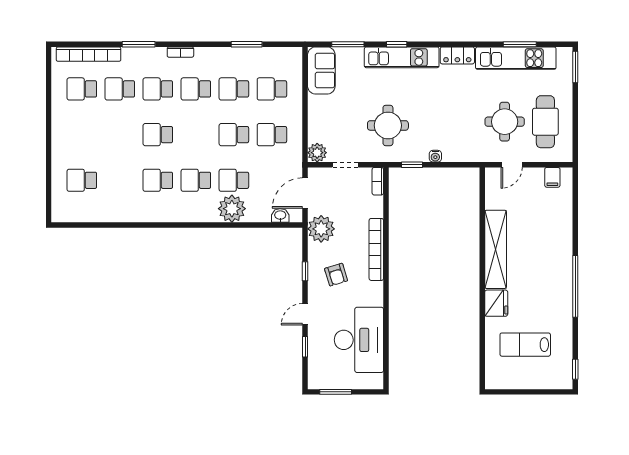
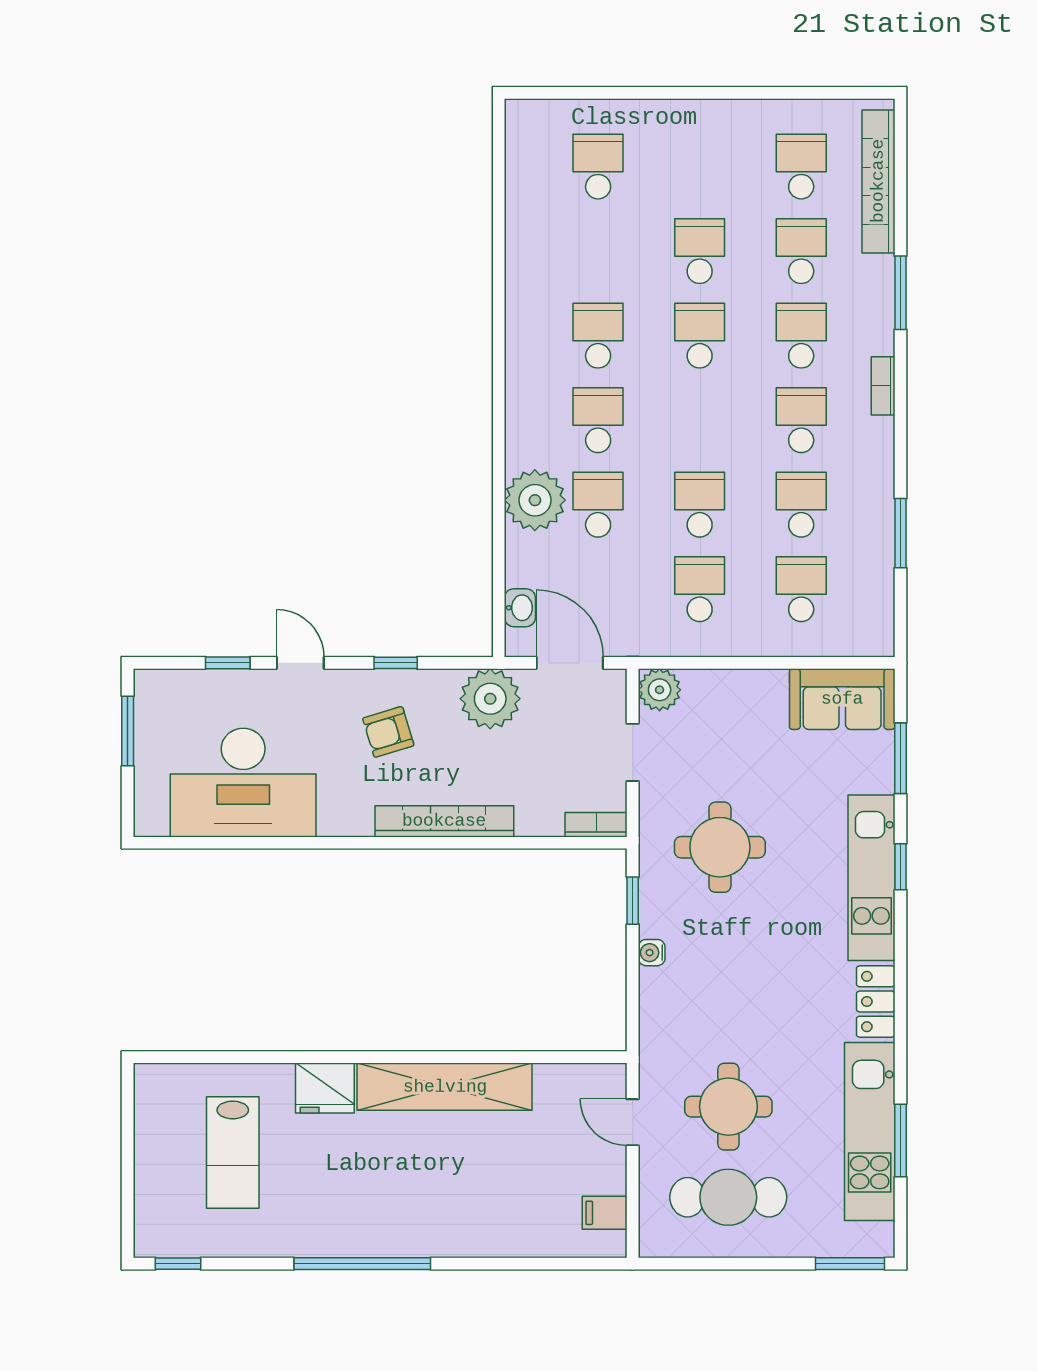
school desk: (120, 135) -> (700, 251), added
lab bench: (525, 345) -> (233, 1152), turned 180

